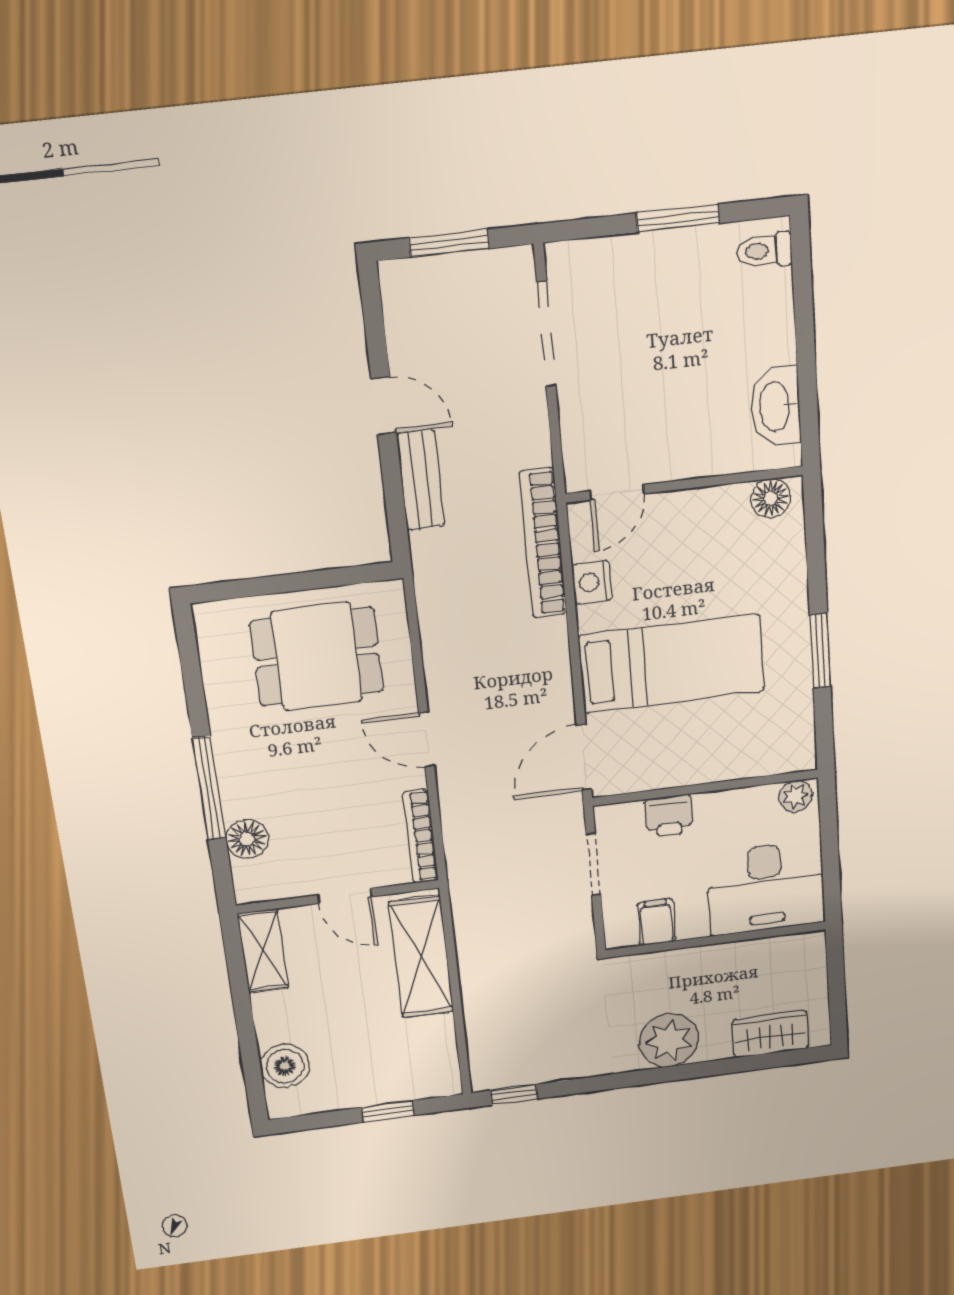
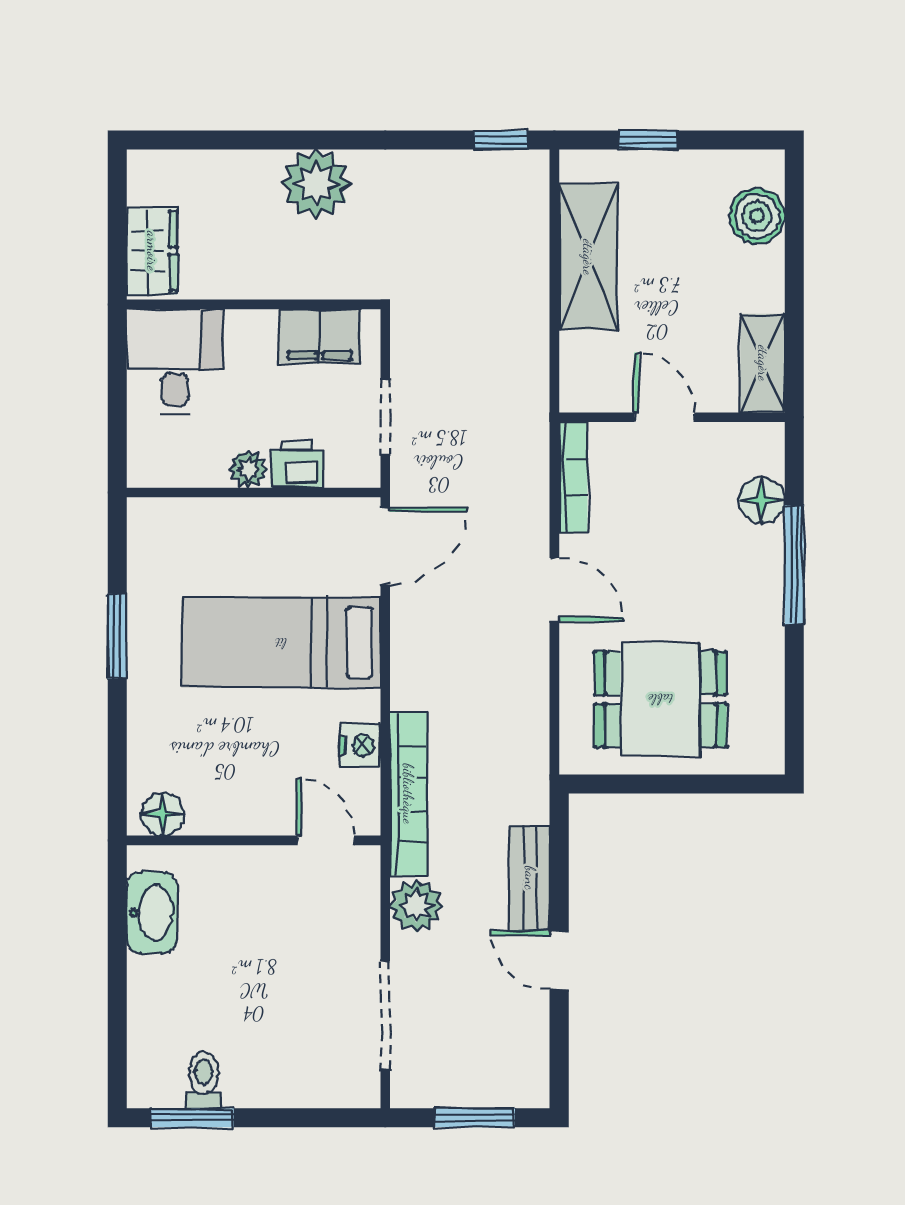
window: (678, 218) -> (192, 1118), moved
toilet: (764, 251) -> (204, 1080), moved, turned -90
plant: (526, 442) -> (416, 906), added
door: (617, 492) -> (326, 840), hinge flipped
plant: (795, 796) -> (248, 469), moved
desk: (766, 888) -> (175, 361), width x0.73
filing cabinet: (657, 922) -> (320, 336), width x2.00
shelving: (421, 957) -> (588, 257), moved
wardrobe: (770, 1034) -> (152, 251), moved, turned -90

